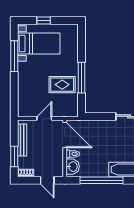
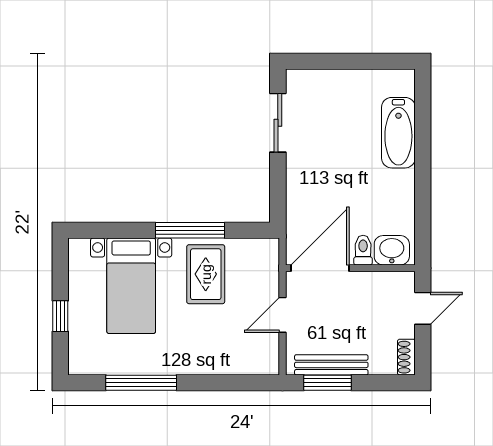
bed with nightstands: (39, 44) -> (131, 286), moved, turned 180
door: (44, 118) -> (283, 315), hinge flipped
window: (14, 157) -> (327, 383), moved
window: (102, 180) -> (423, 185), removed

